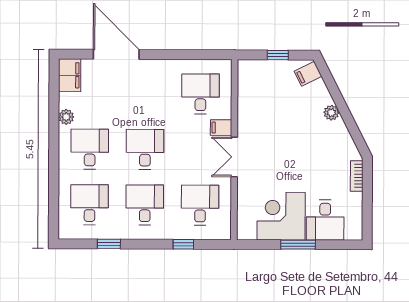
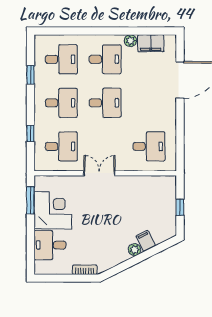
filing cabinet: (308, 74) -> (146, 241), moved
filing cabinet: (70, 75) -> (151, 43), moved
filing cabinet: (221, 128) -> (123, 163), removed
window: (298, 245) -> (30, 200), moved

